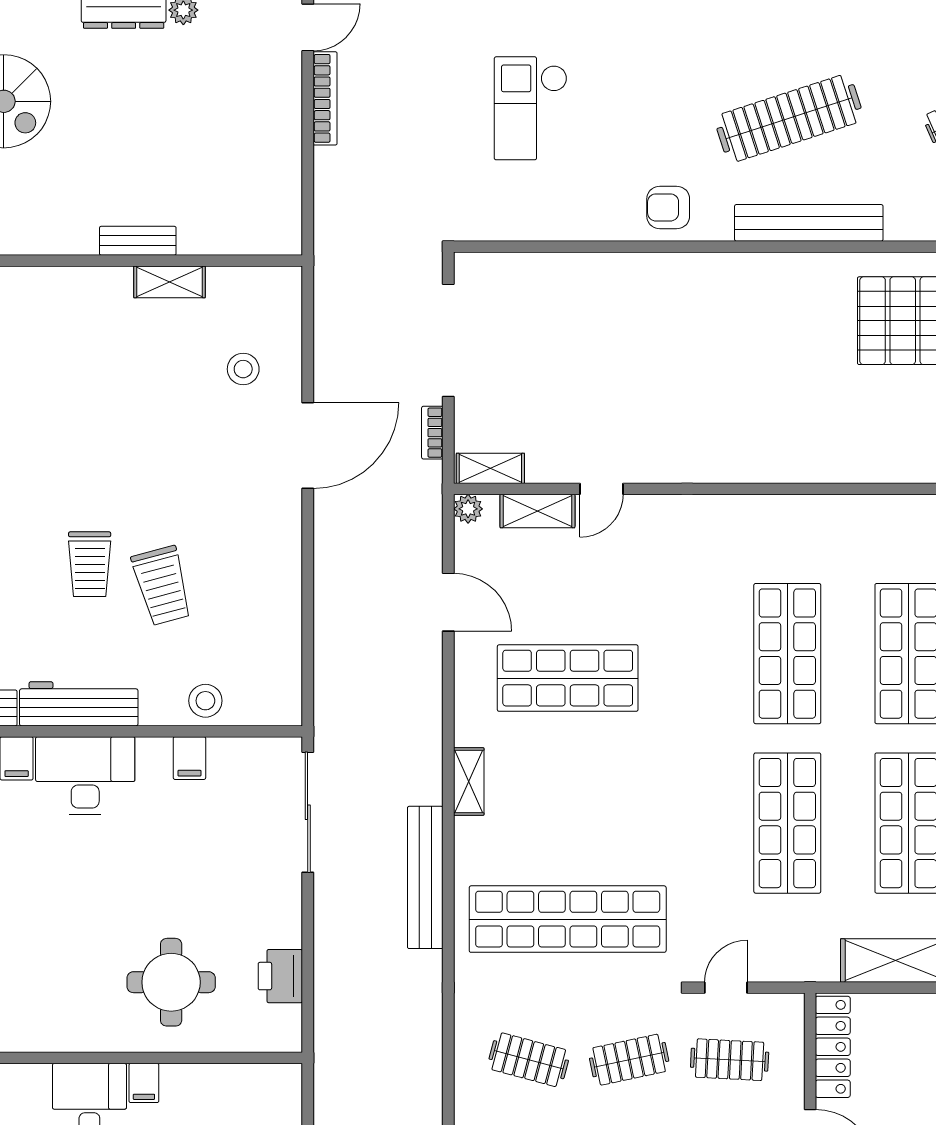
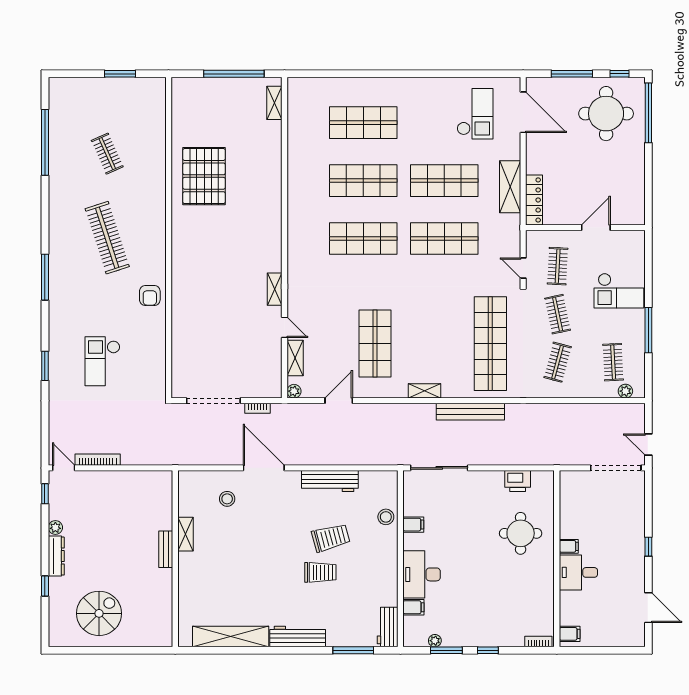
checkout: (531, 108) -> (102, 361), turned 90
bench: (809, 223) -> (157, 228), removed
shelving: (490, 468) -> (275, 289), moved
workbench: (79, 704) -> (330, 481), moved, turned -90
locker: (833, 1047) -> (534, 200), moved, turned 90

